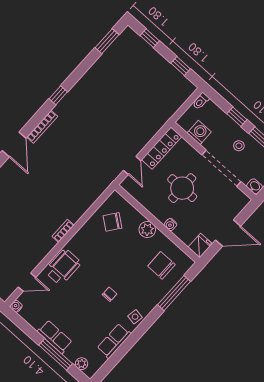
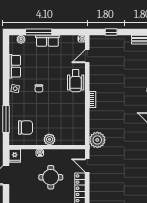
plant: (97, 183) -> (97, 140), added
chair: (112, 222) -> (71, 127), removed

